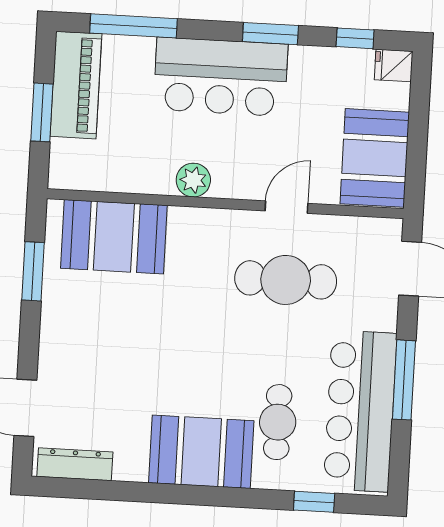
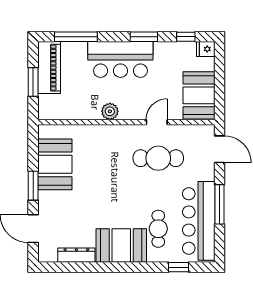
booth: (114, 237) -> (55, 164), moved, turned 90
window: (33, 271) -> (33, 186), moved
dresser: (75, 464) -> (76, 255), moved

